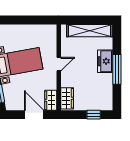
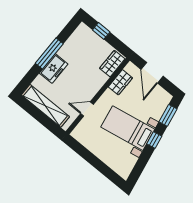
door: (59, 64) -> (87, 109), moved
wardrobe: (51, 100) -> (120, 82), moved

